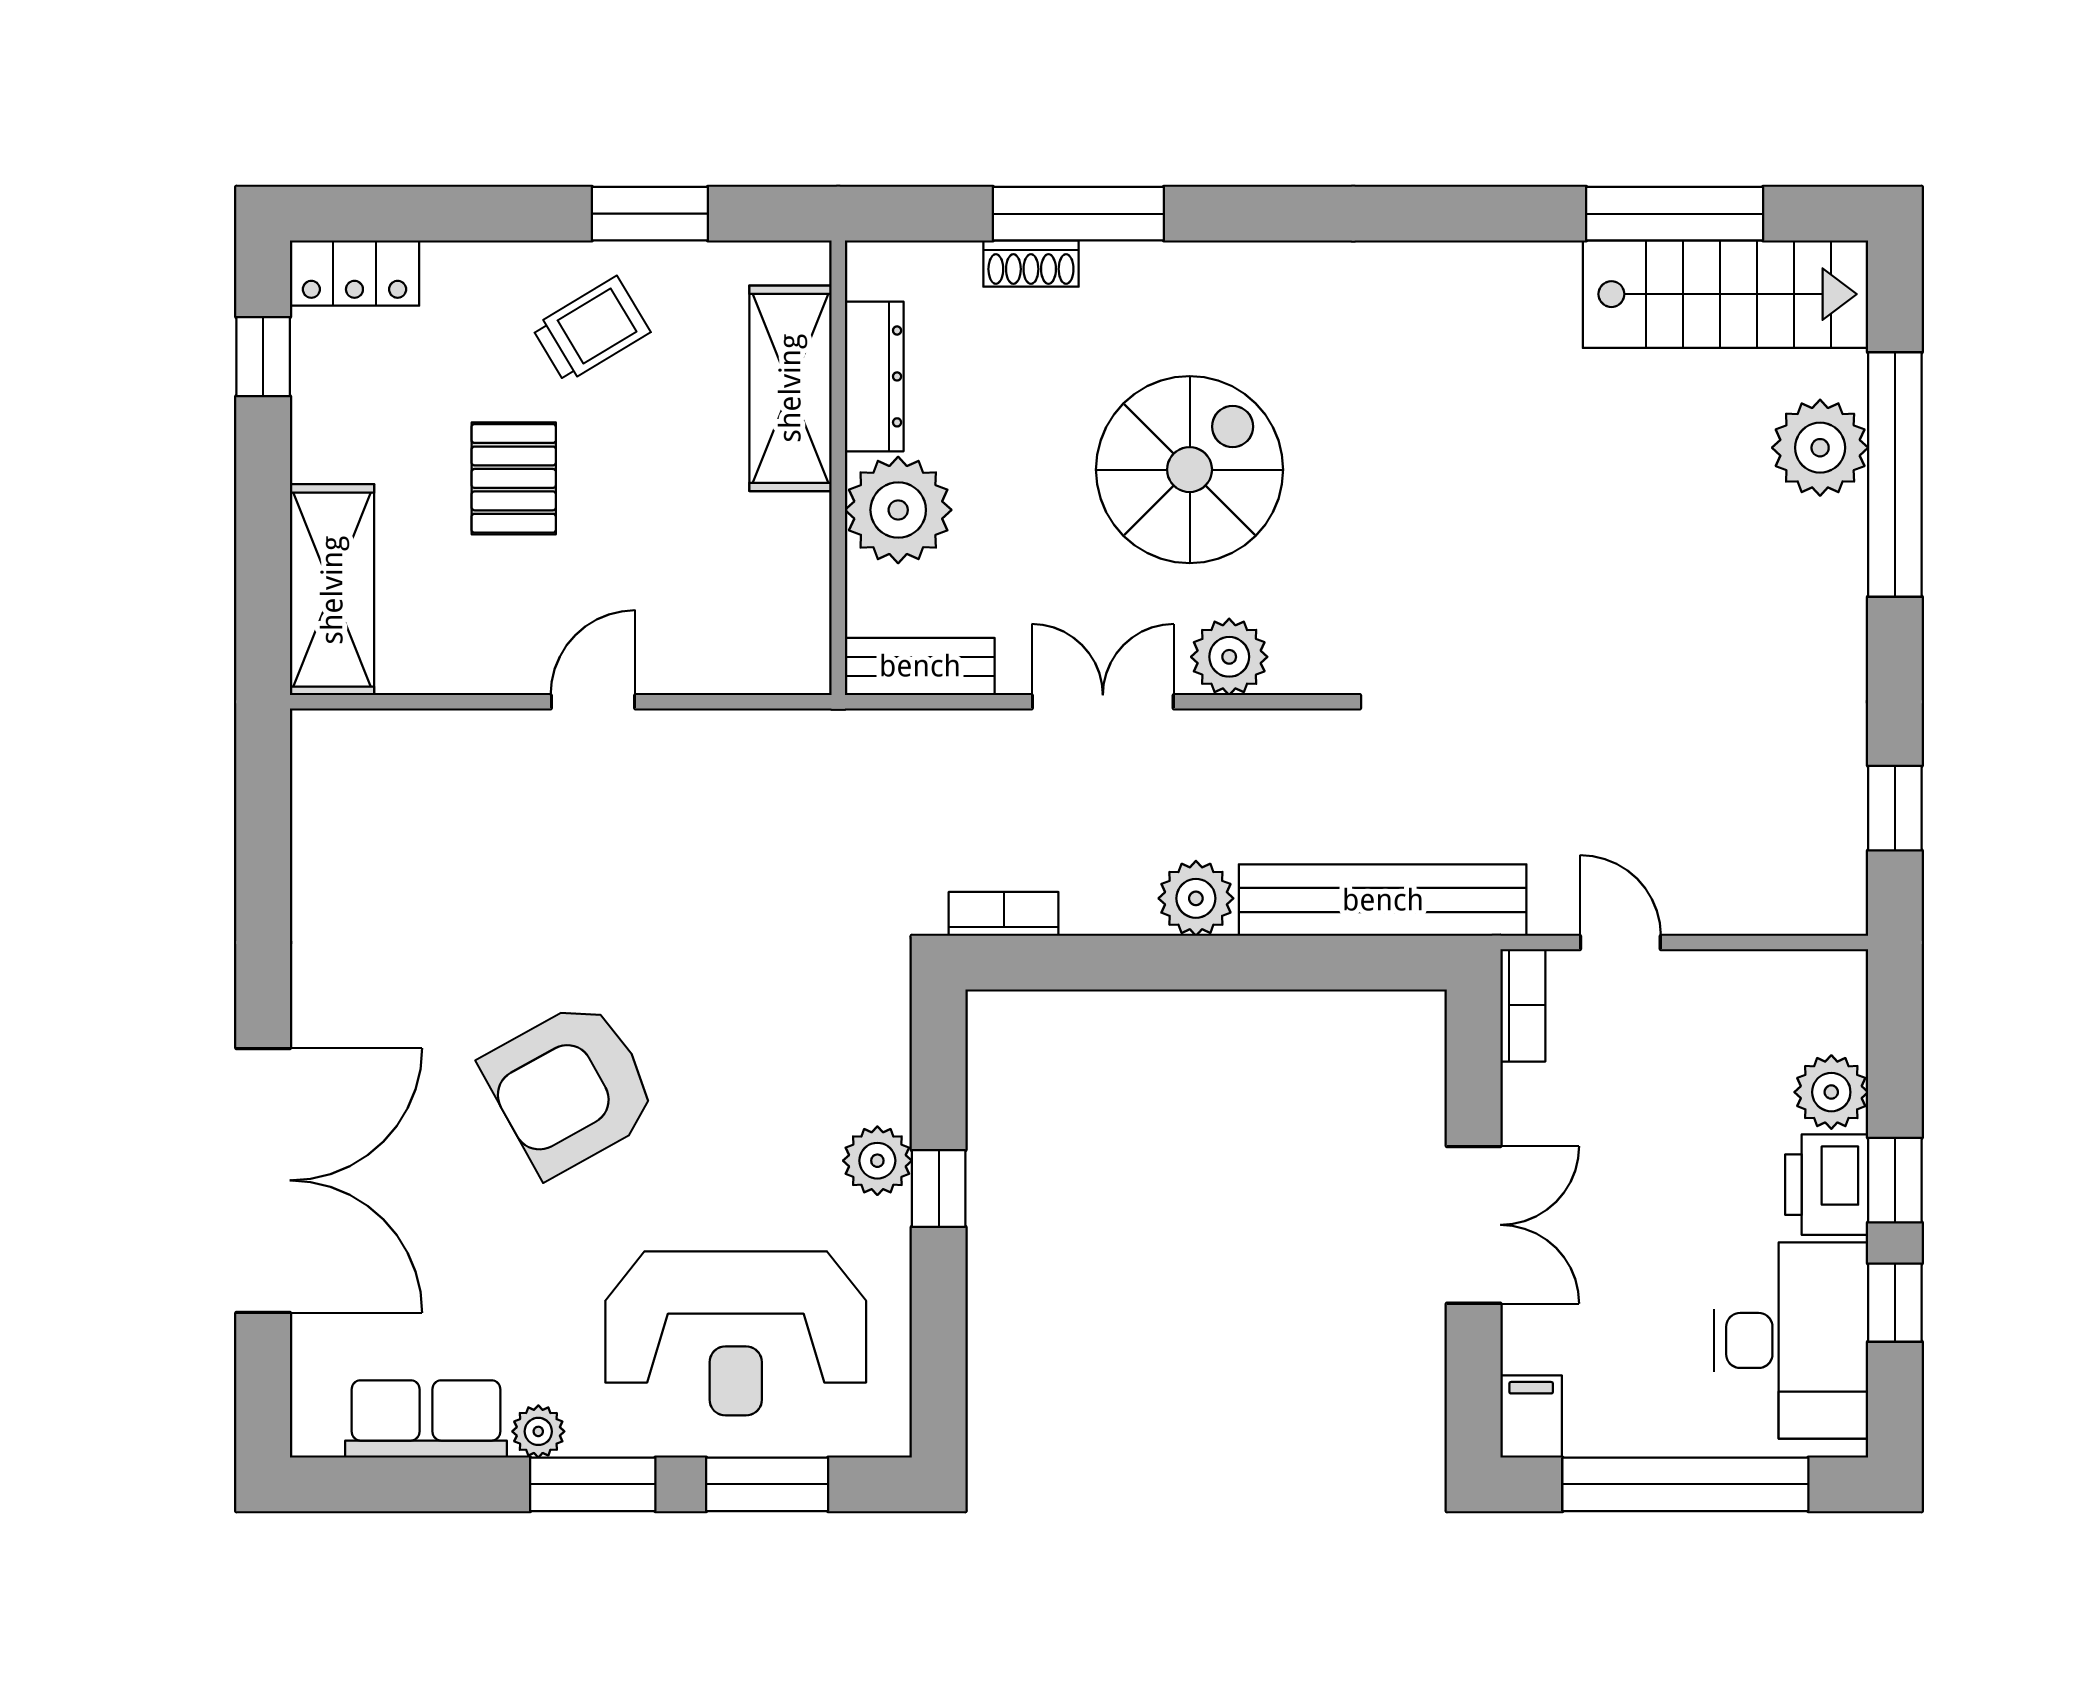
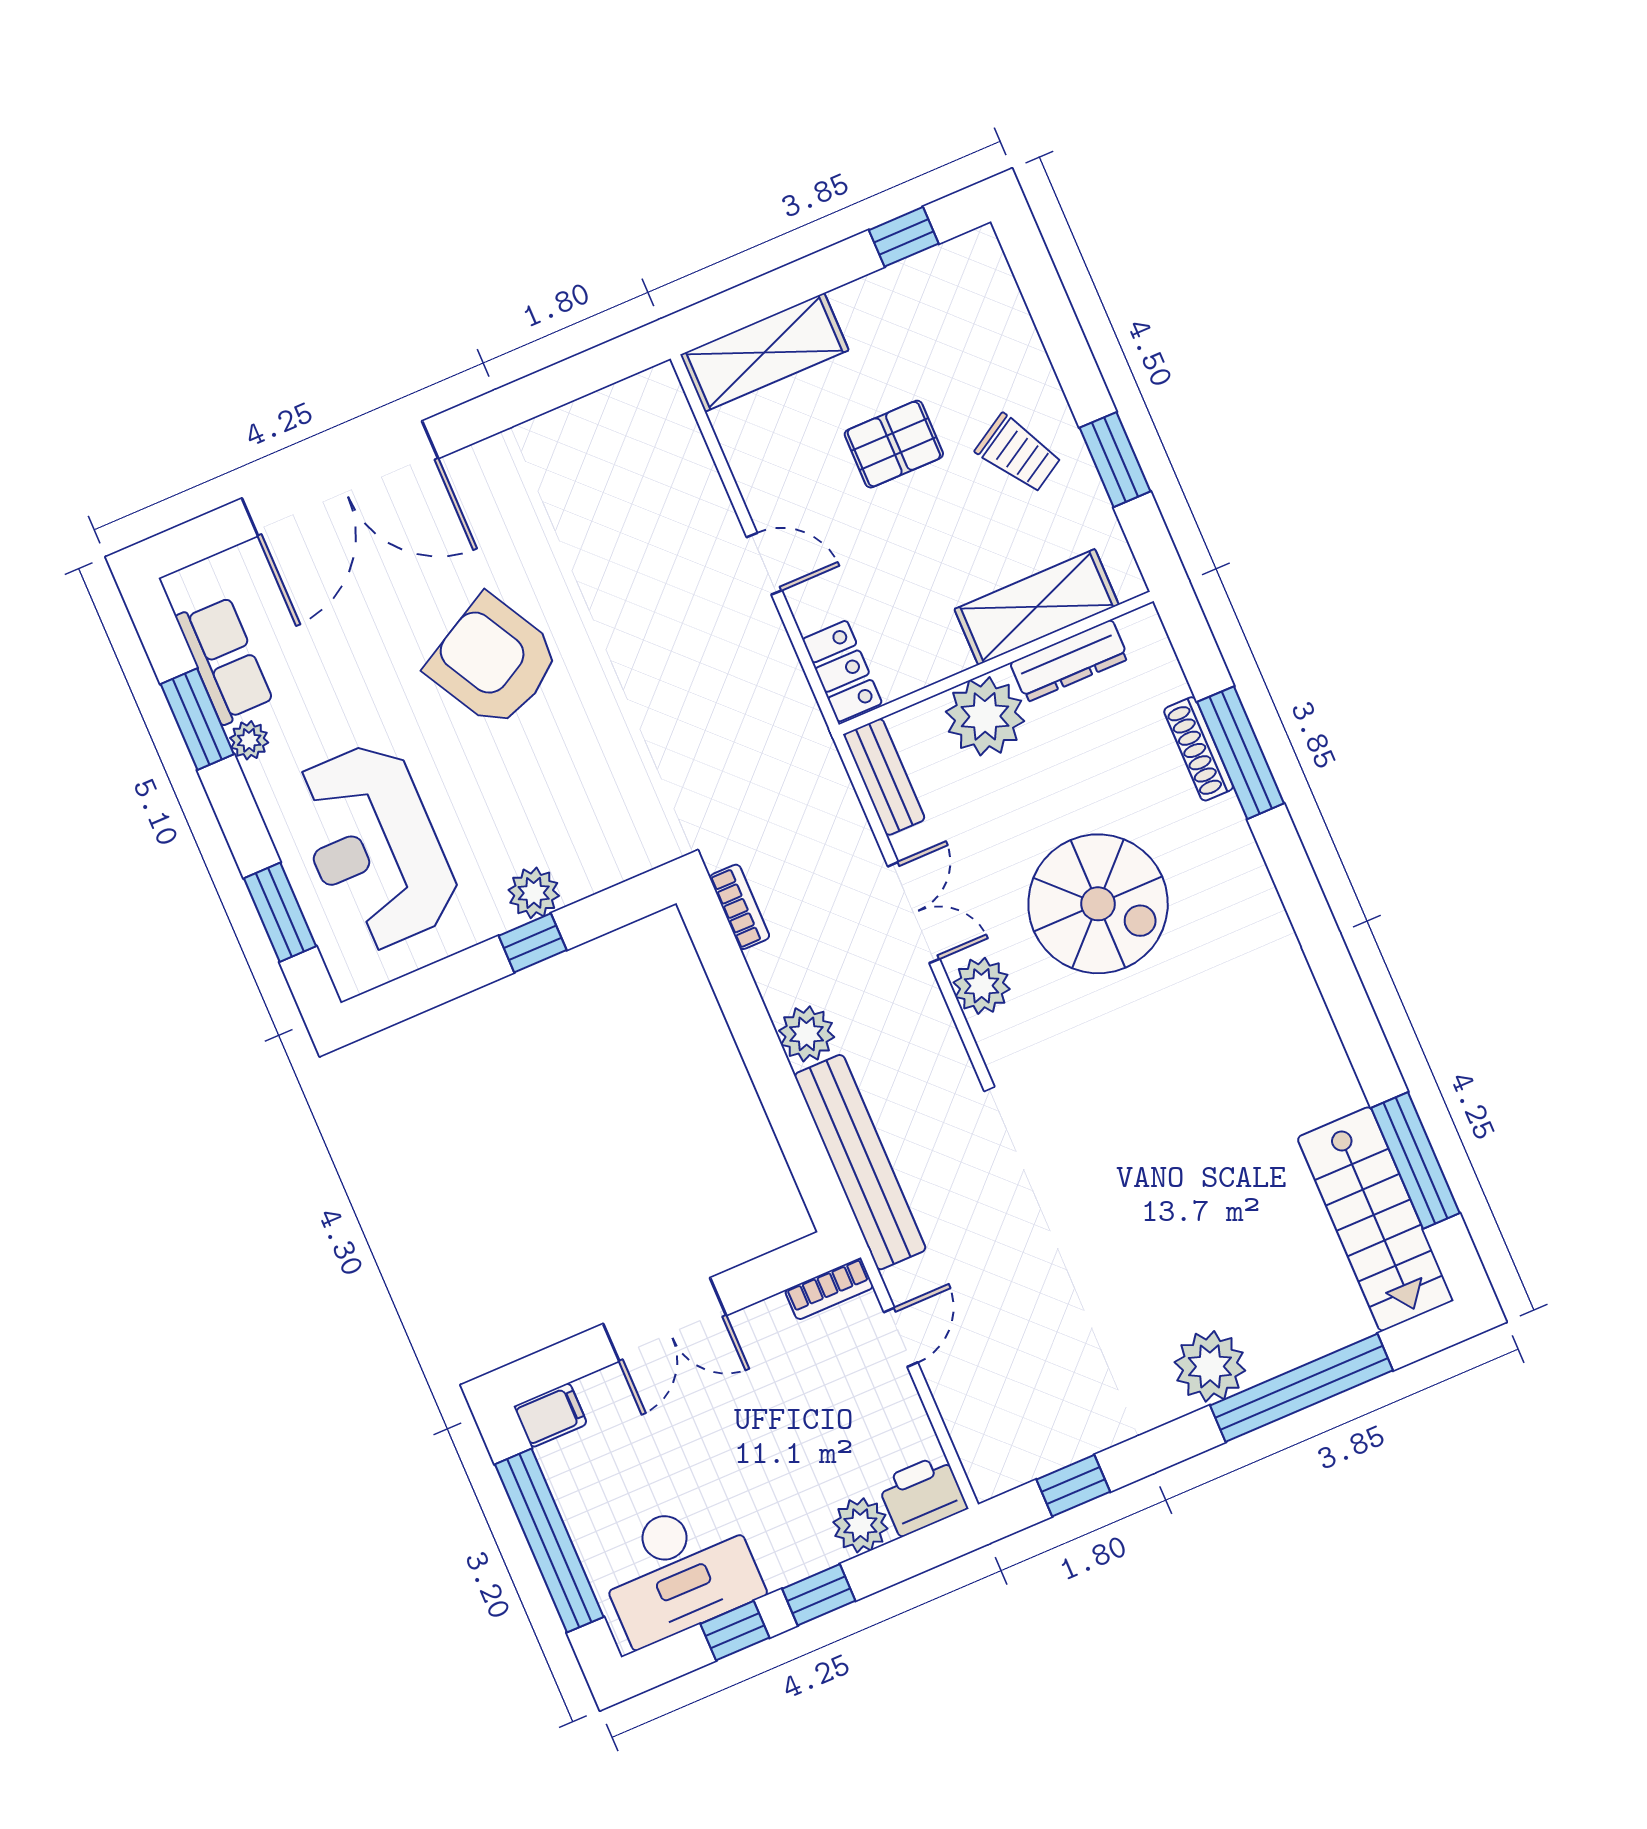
shoe rack: (1031, 263) -> (1199, 749), width x1.43
locker: (354, 273) -> (842, 671), moved, turned 180
plant: (1820, 448) -> (1210, 1366), moved
printer: (1827, 1185) -> (922, 1495), moved
window: (593, 1484) -> (197, 719), moved

